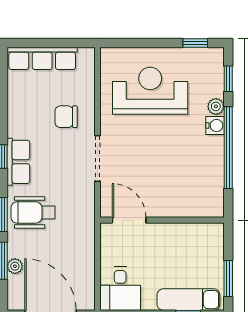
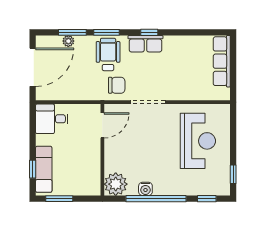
plant: (216, 106) -> (116, 184), moved, width x1.87, depth x1.87
chair: (66, 117) -> (117, 85), moved, turned 90
water cooler: (215, 126) -> (145, 189), moved

